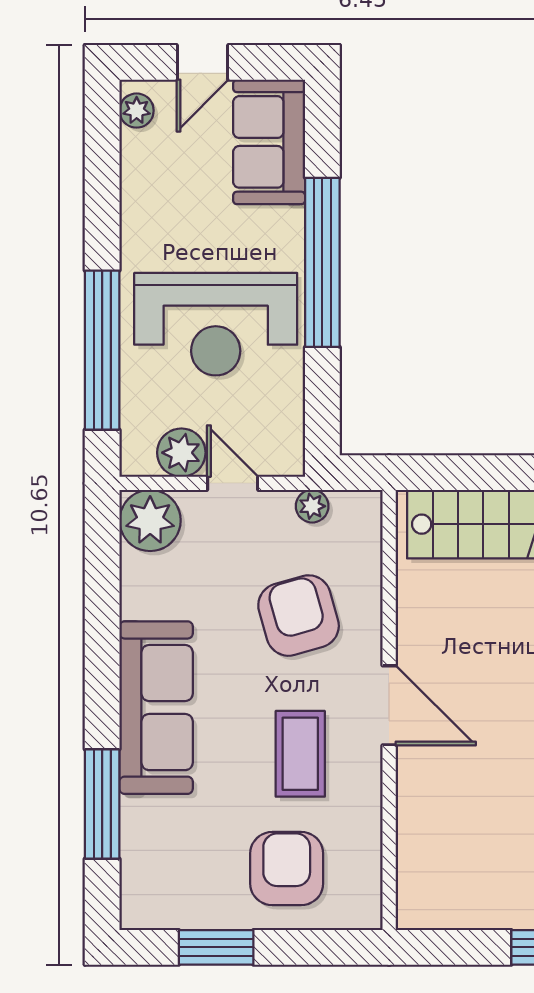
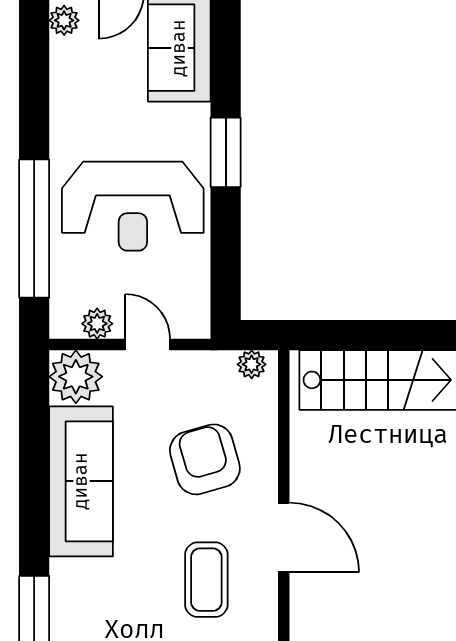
window: (322, 262) -> (226, 152), width x0.47
plant: (181, 453) -> (97, 324), width x0.73, depth x0.73
plant: (312, 506) -> (252, 364), moved
sofa: (156, 708) -> (81, 481), moved

